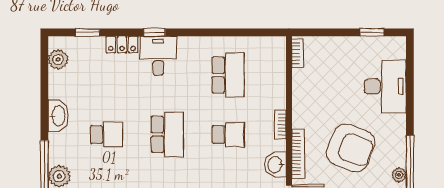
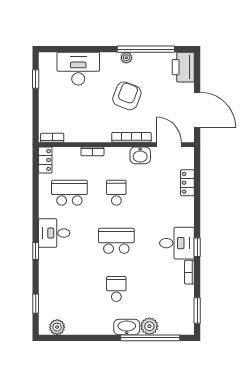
locker: (122, 45) -> (45, 160), moved
desk: (158, 56) -> (54, 233), moved
washbasin: (58, 116) -> (127, 327), moved
bookcase: (280, 125) -> (92, 151), moved
armchair: (351, 148) -> (127, 96), width x0.73, depth x0.73
plant: (399, 175) -> (126, 58), moved

